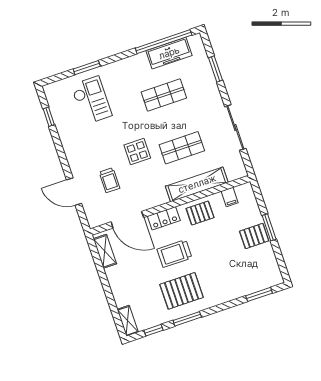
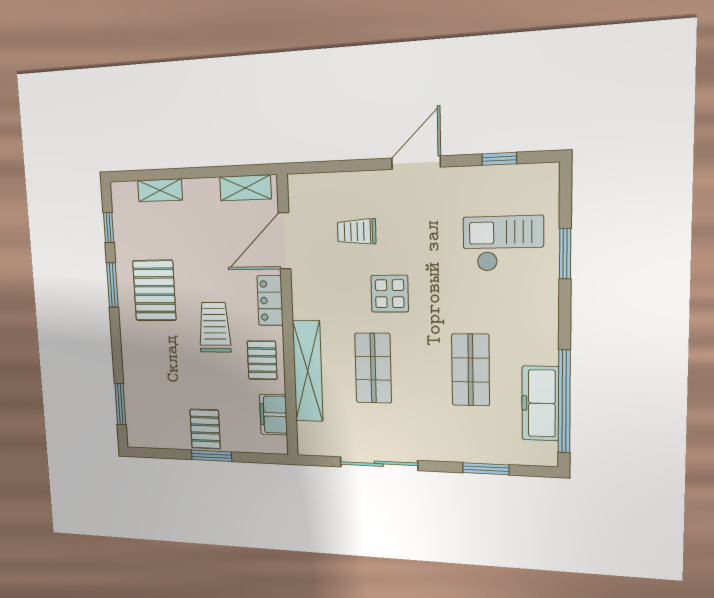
checkout: (91, 100) -> (503, 244), turned 180
door: (74, 192) -> (416, 163), moved
filing cabinet: (230, 197) -> (273, 415), width x2.00
trolley: (175, 254) -> (215, 327), moved
shelving: (128, 321) -> (160, 190), moved

